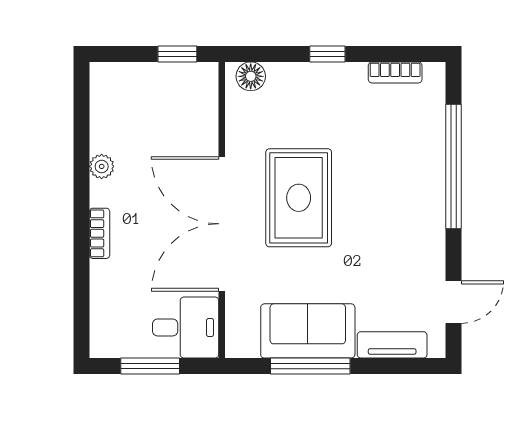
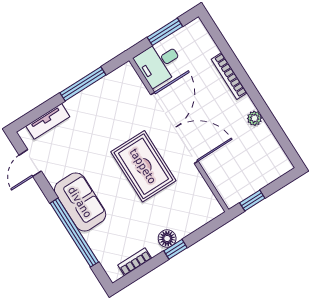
floor lamp: (251, 76) -> (167, 238), moved
bookcase: (99, 233) -> (229, 76), width x1.56
sofa: (308, 331) -> (80, 202), moved, turned -90

